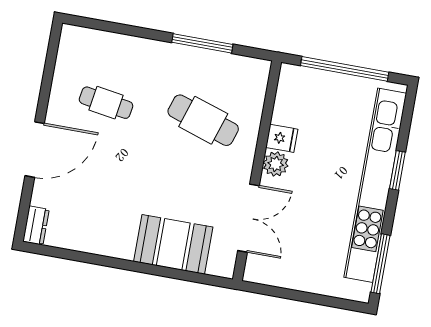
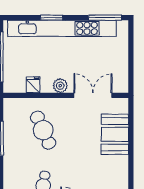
cafe table: (203, 120) -> (43, 130), turned -42
fridge: (282, 138) -> (33, 85), moved

